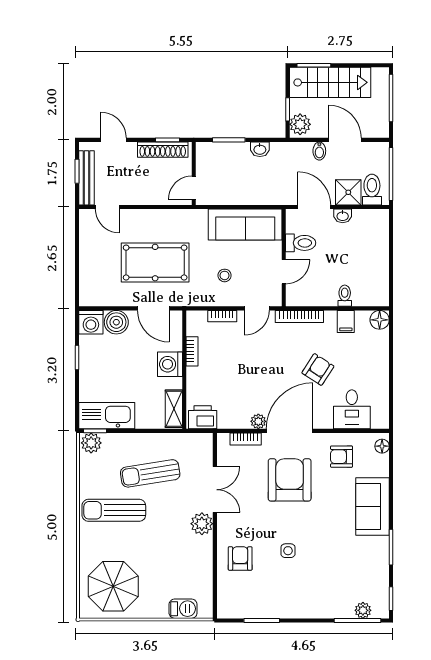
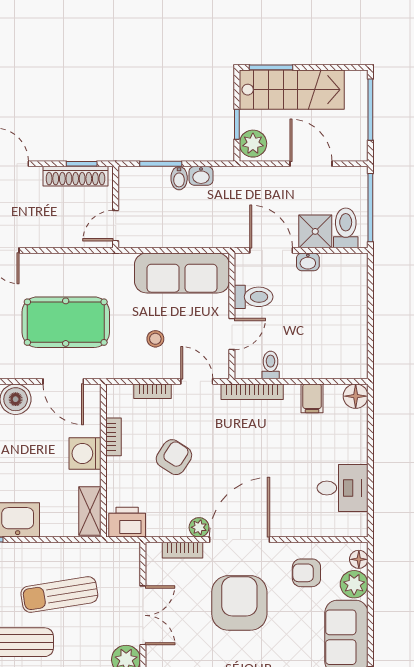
bidet: (319, 151) -> (179, 178), moved
toilet: (345, 296) -> (271, 365), moved
door: (257, 308) -> (197, 381), swing flipped
armchair: (318, 369) -> (174, 457), moved
desk: (352, 409) -> (343, 488), moved, turned -90
plant: (378, 465) -> (354, 584), added

